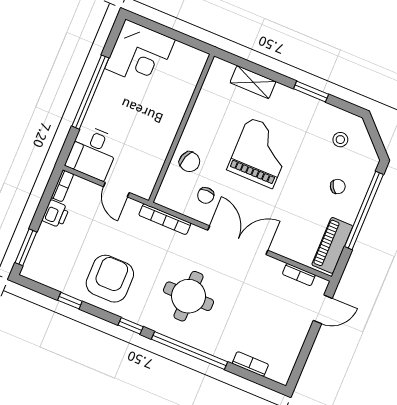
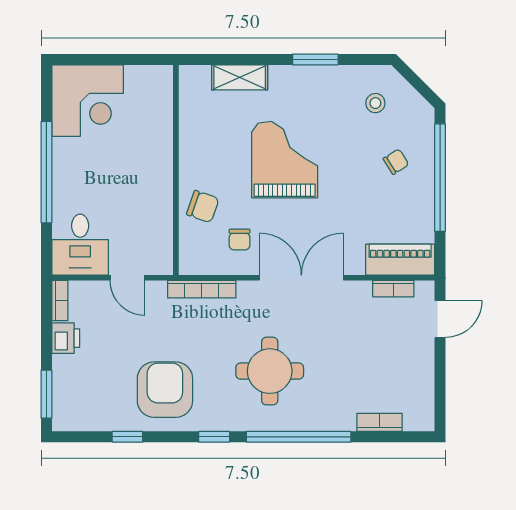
piano: (332, 245) -> (400, 260), moved, turned 90

